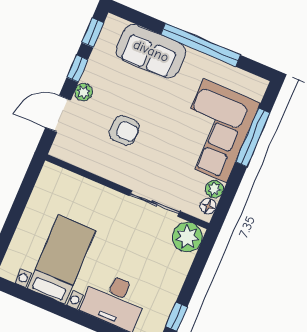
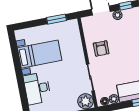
armchair: (124, 130) -> (101, 48), moved
window: (24, 194) -> (56, 19), added

